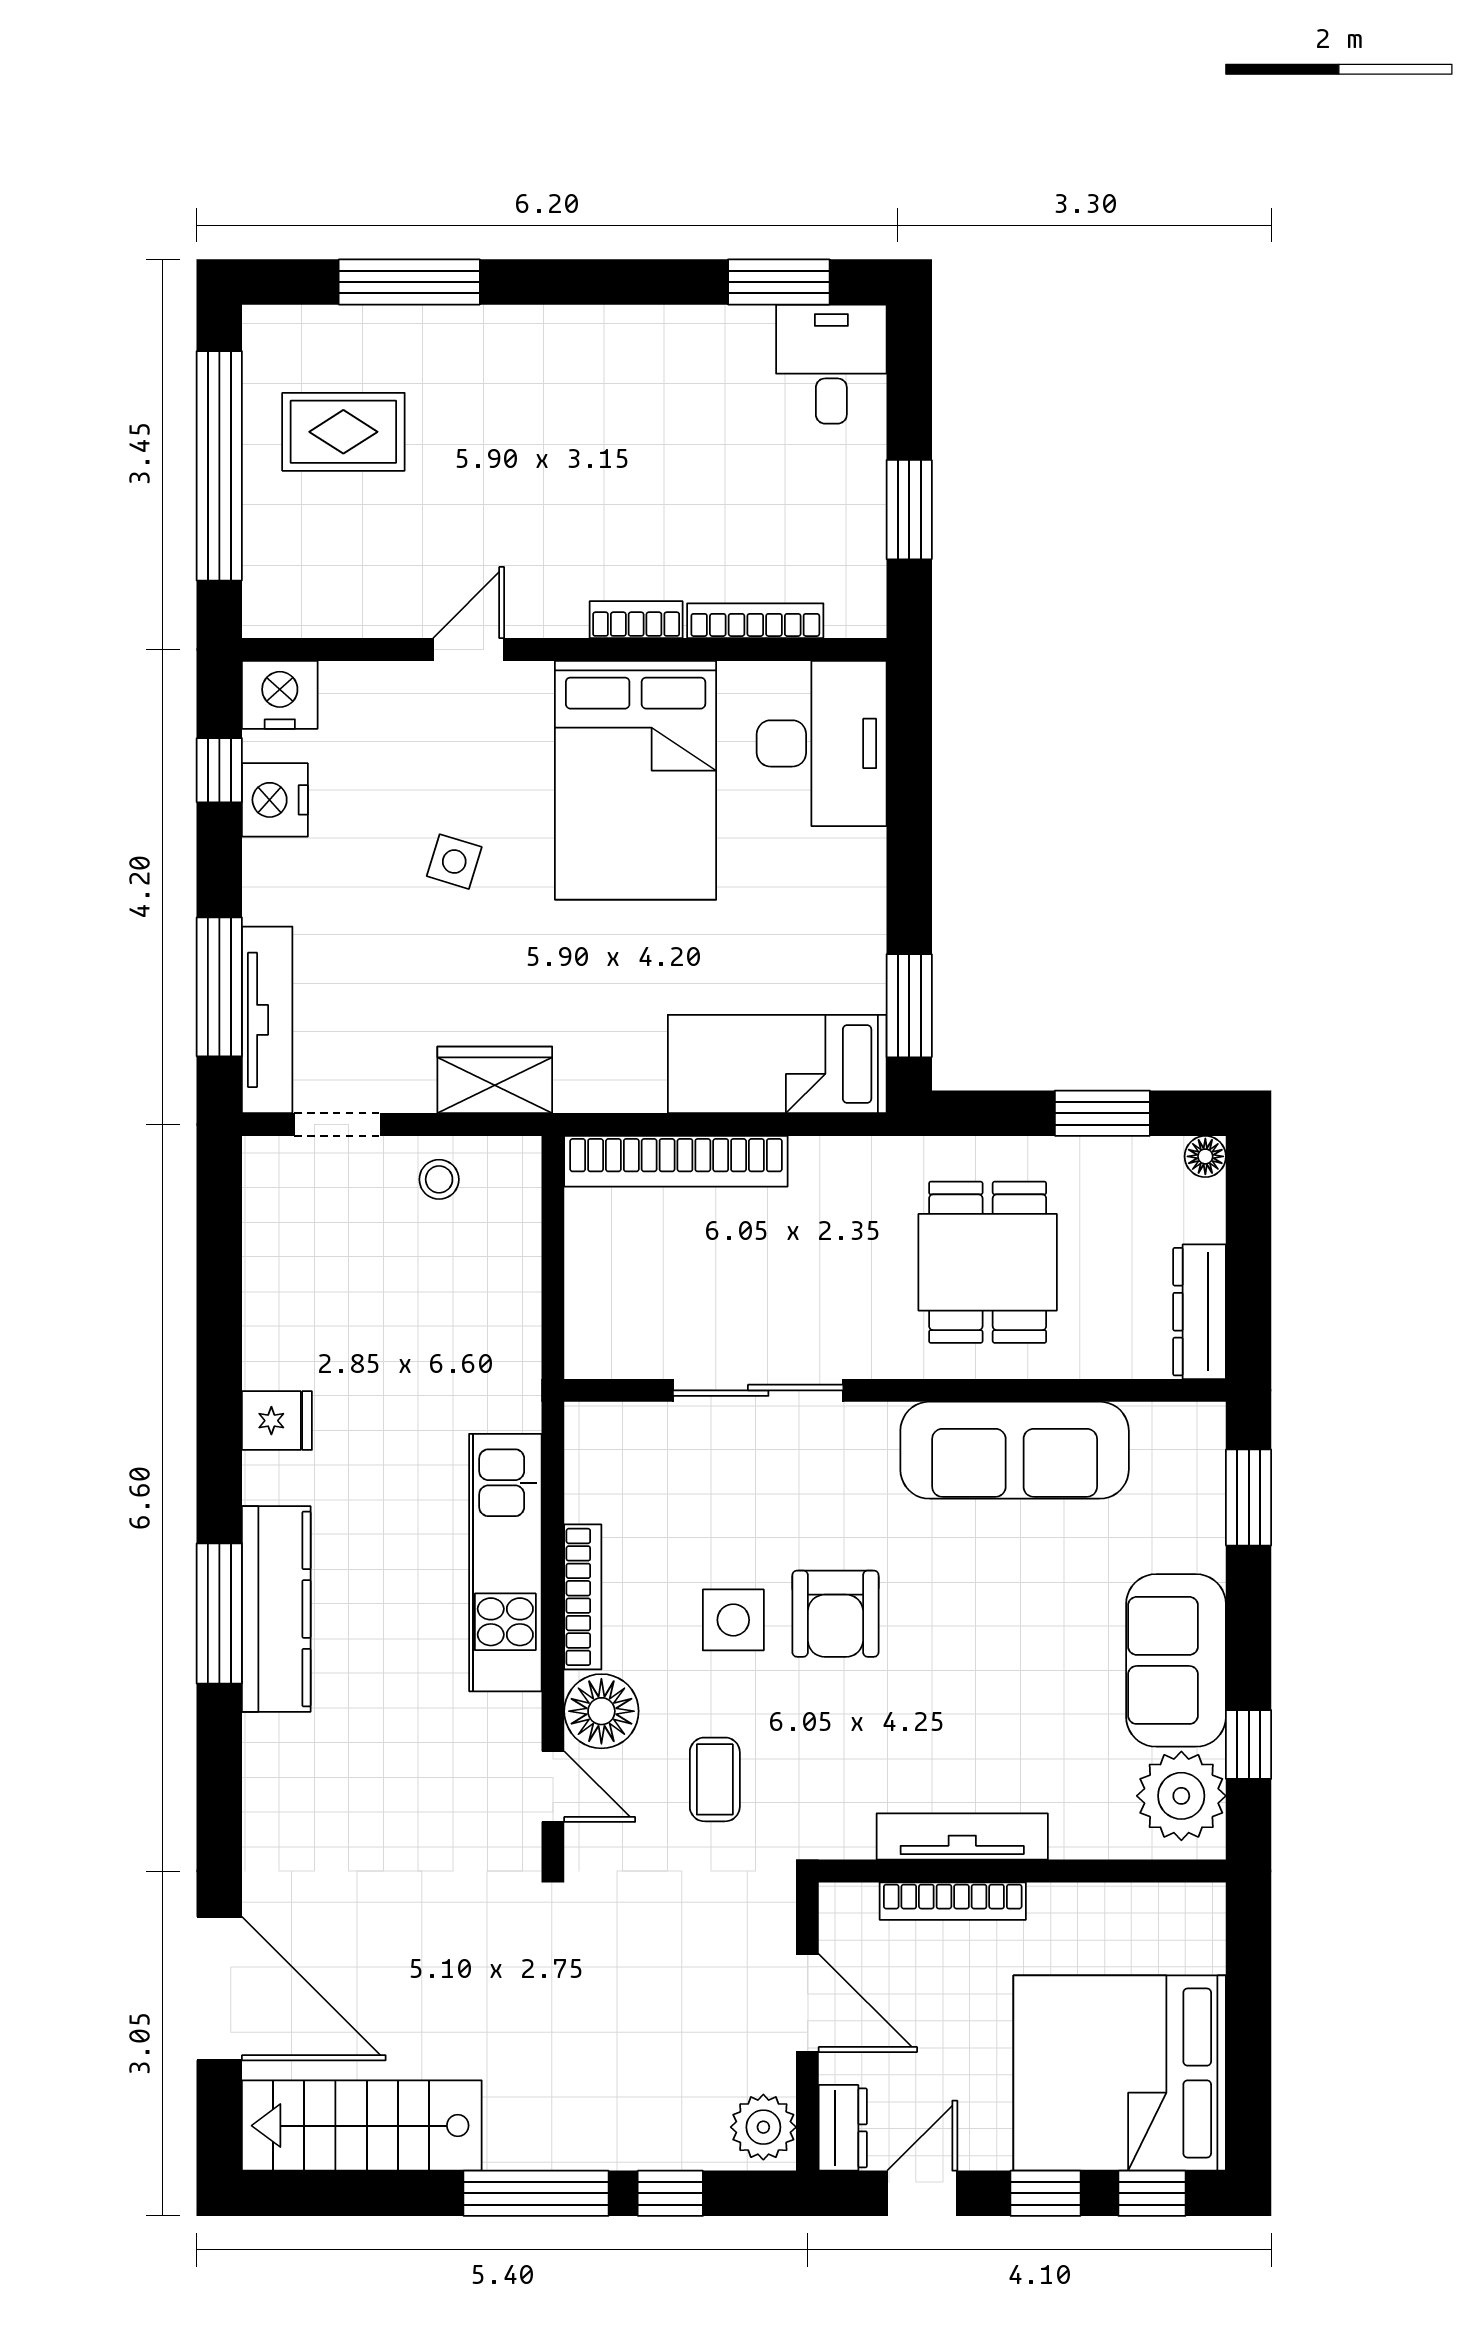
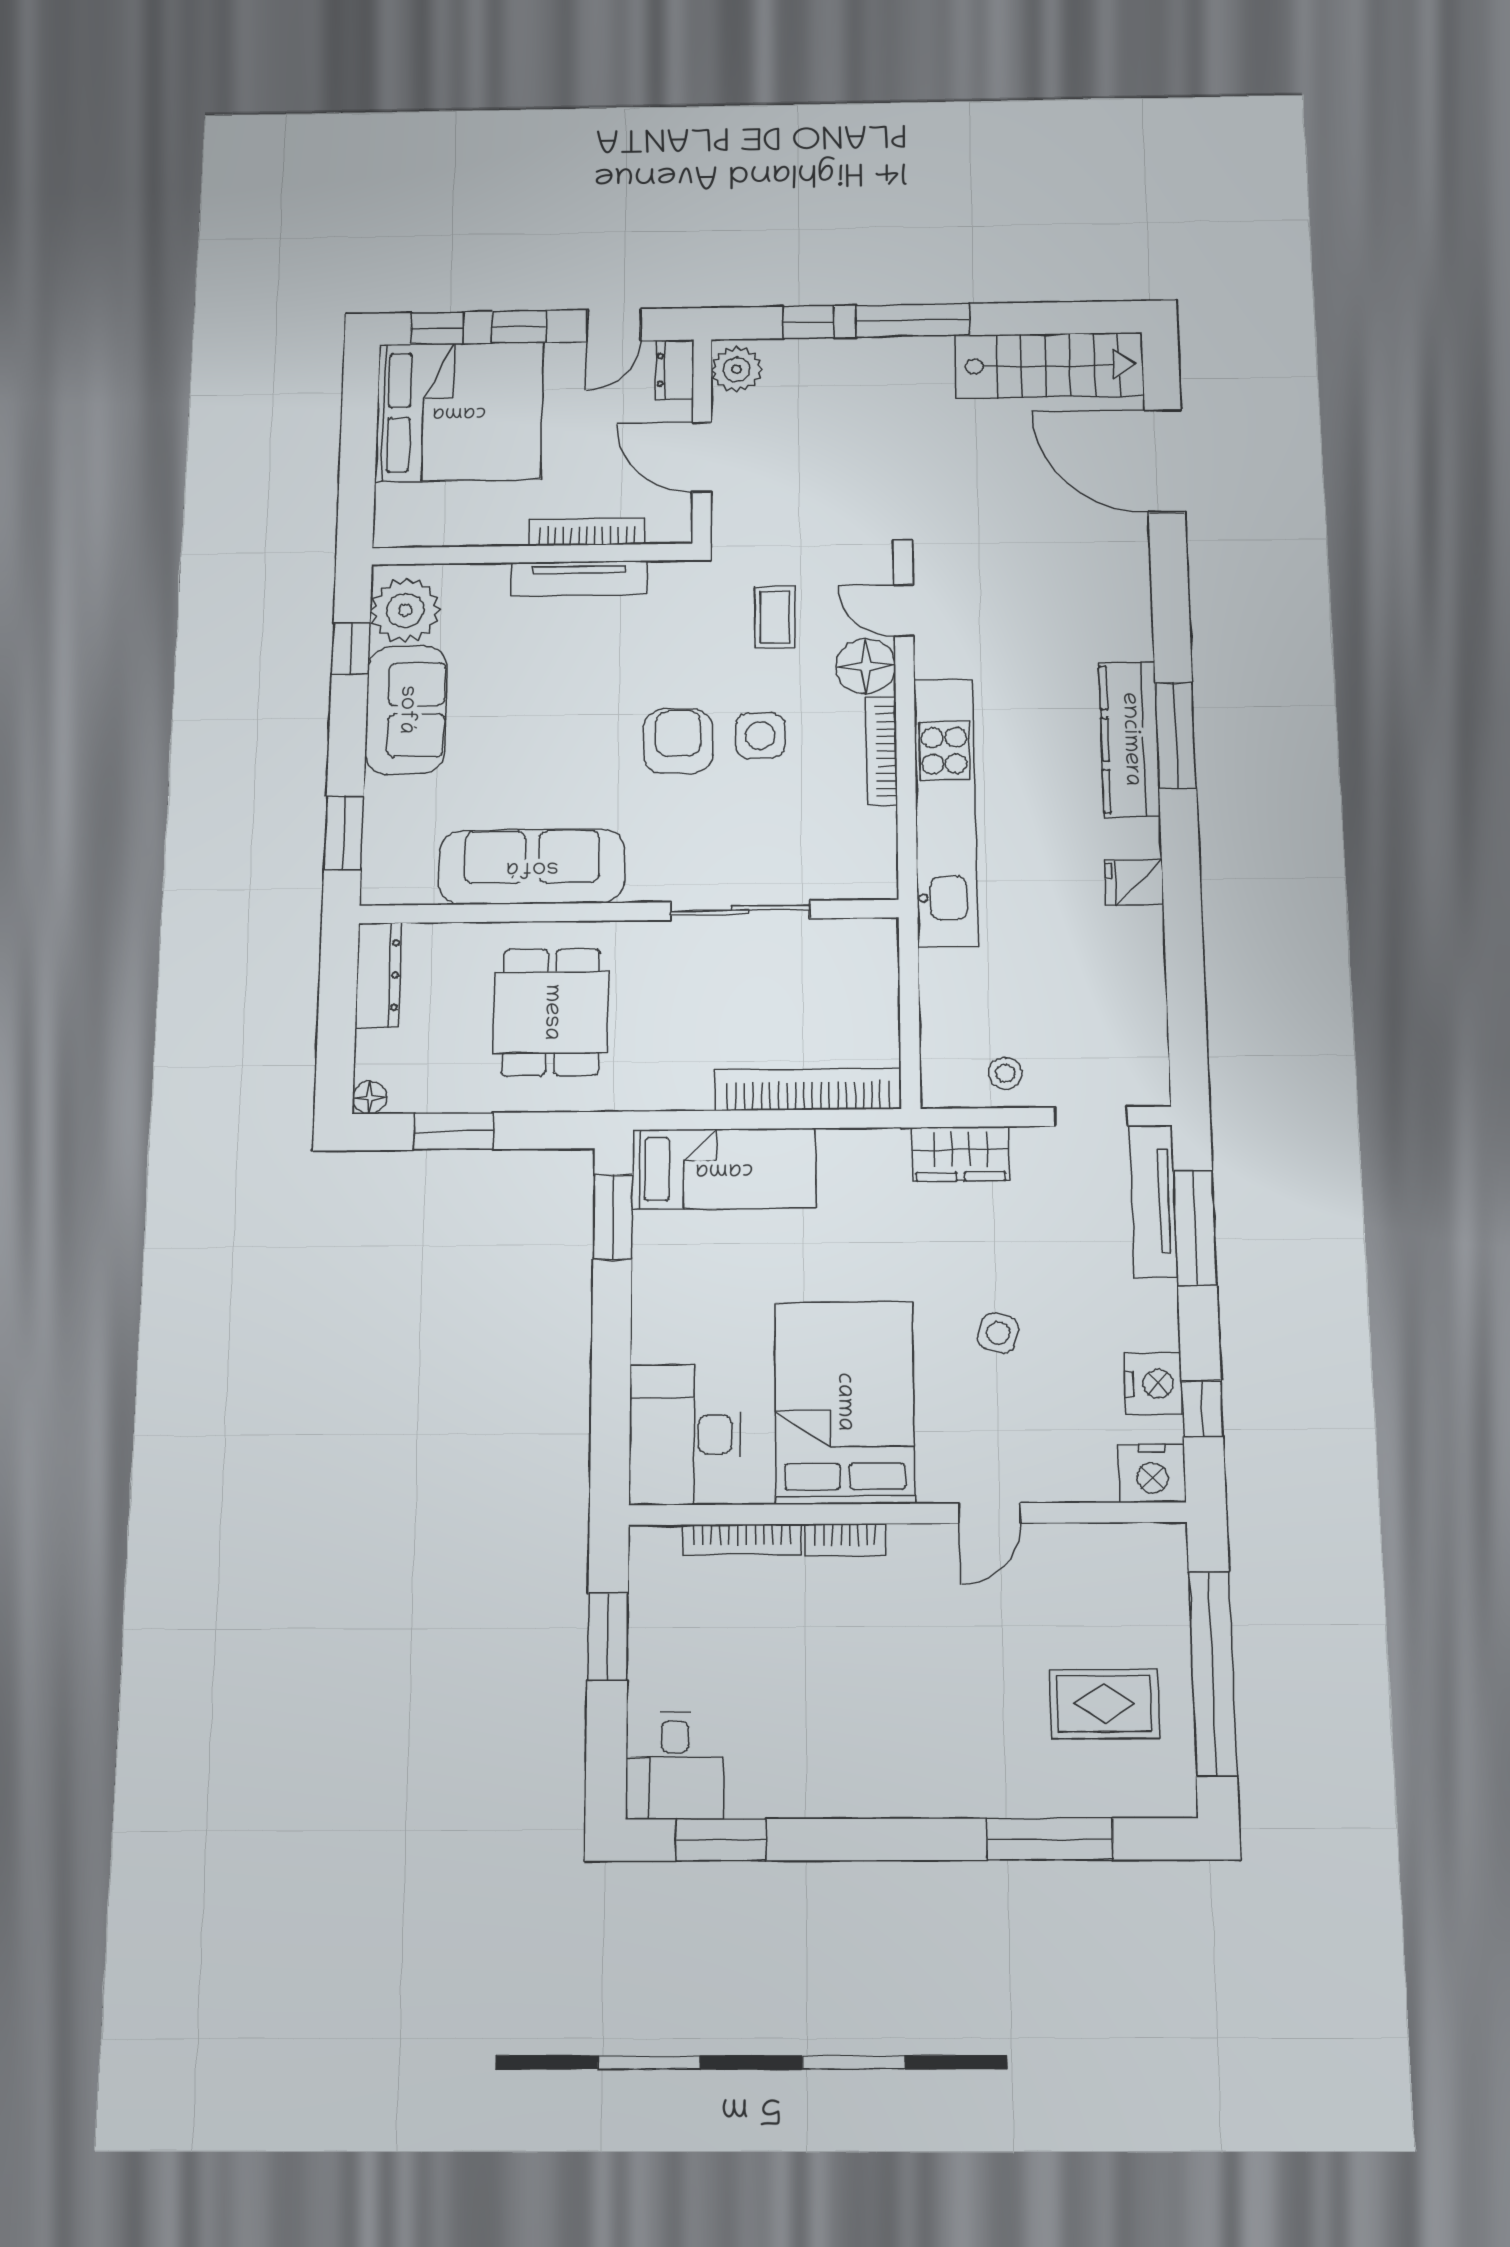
kitchen unit: (505, 1563) -> (945, 812), width x1.36

